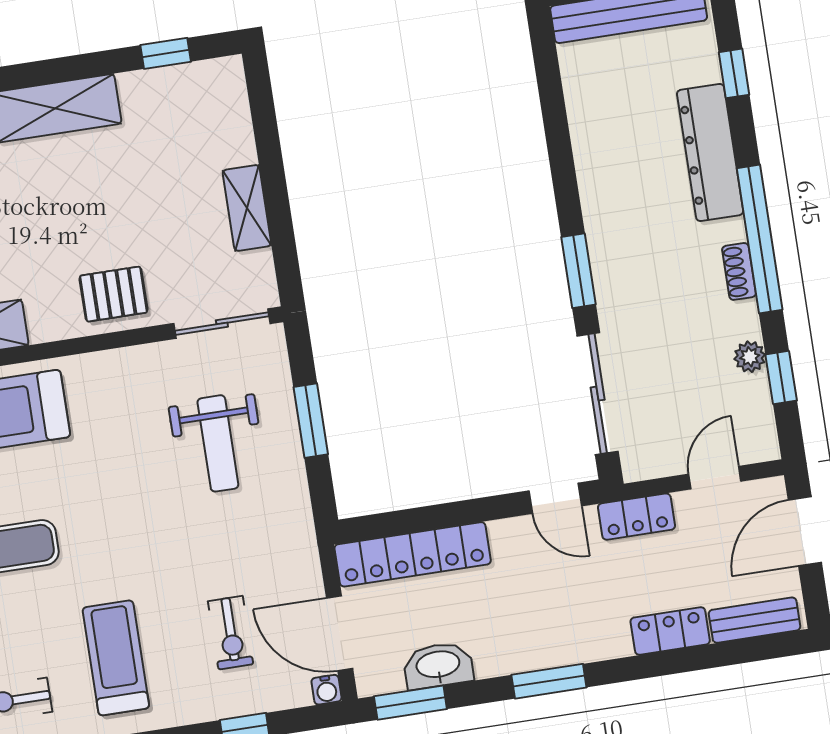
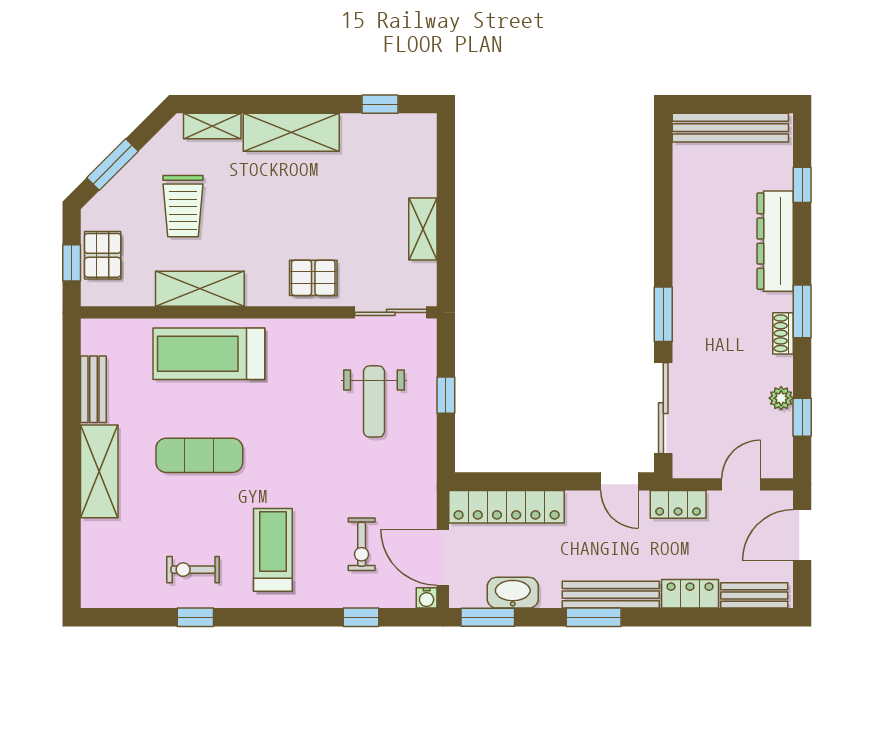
window: (760, 239) -> (802, 311), width x0.47
window: (311, 421) -> (446, 395), width x0.67
bench: (567, 648) -> (611, 595), added

